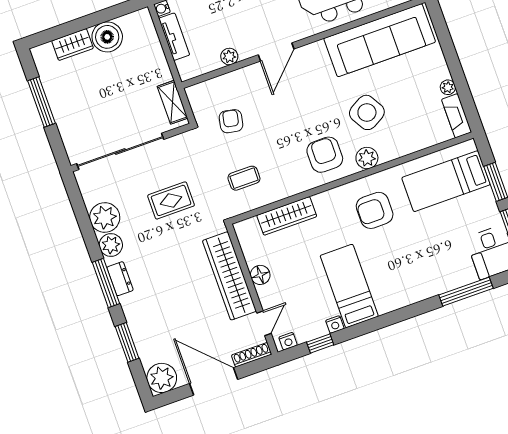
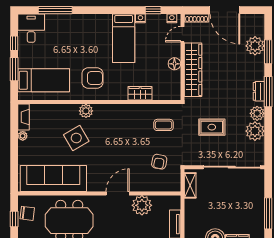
plant: (229, 57) -> (142, 205), width x1.87, depth x1.87
armchair: (325, 155) -> (110, 122), removed
wardrobe: (287, 216) -> (140, 93), width x0.67
plant: (162, 378) -> (255, 46), moved

